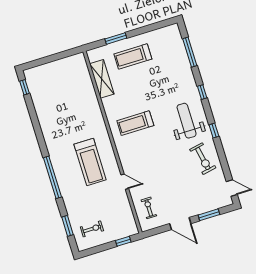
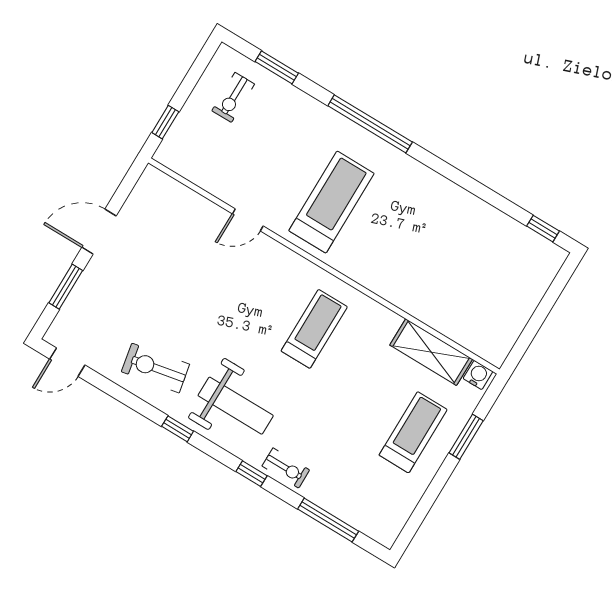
water cooler: (93, 56) -> (478, 375), added
treadmill: (90, 162) -> (331, 202), turned 90
exercise bike: (149, 208) -> (286, 468), moved

